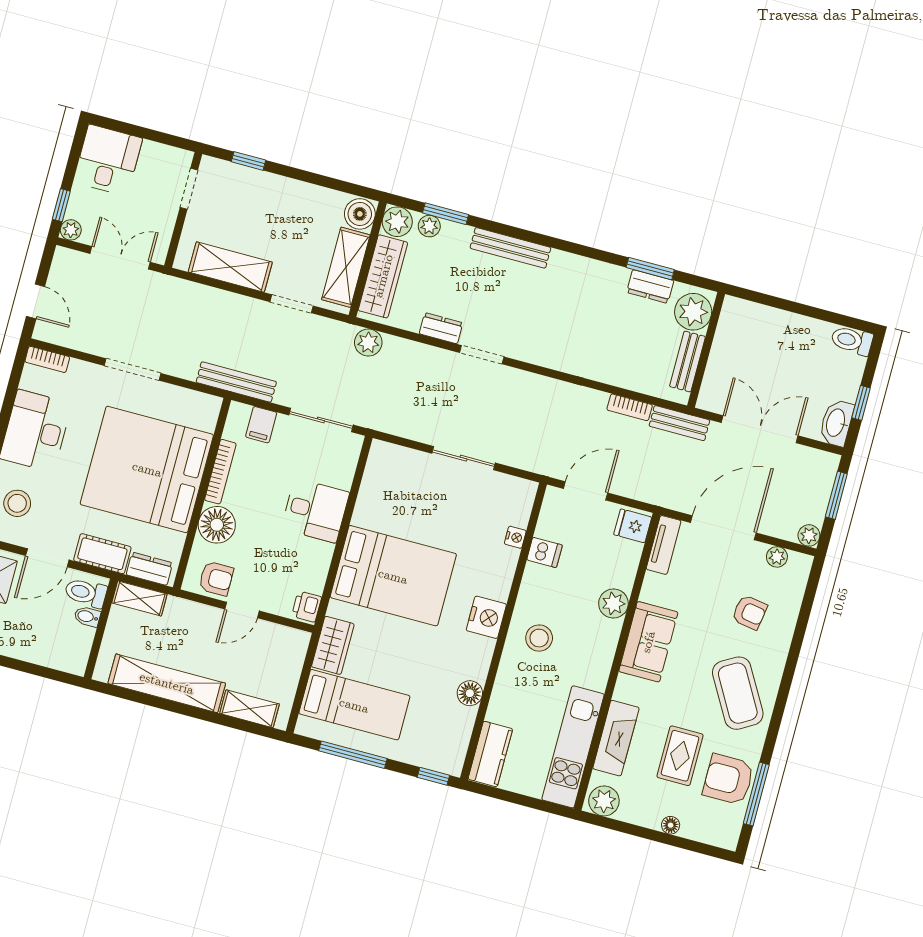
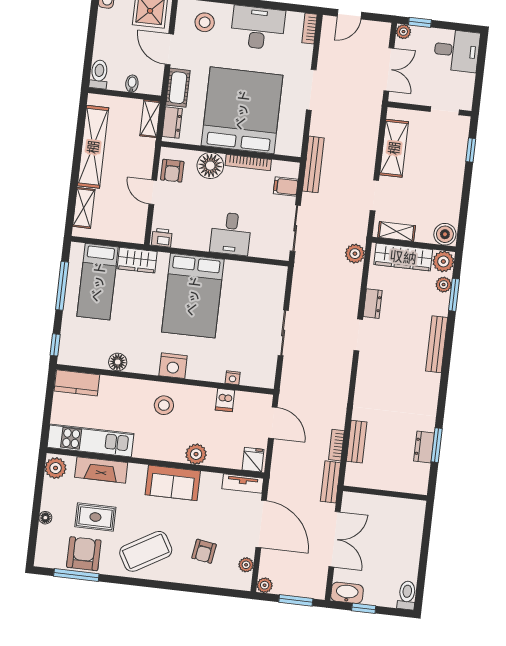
shelving: (346, 267) -> (397, 232), width x0.67, depth x0.75
plant: (693, 312) -> (411, 480), removed
bench: (687, 361) -> (357, 442), moved, turned 90
toilet: (86, 593) -> (99, 74), moved

